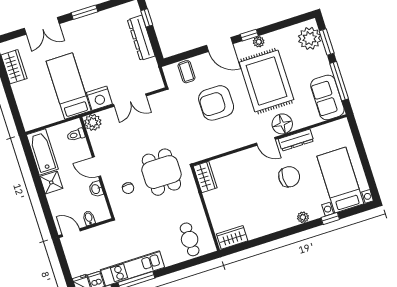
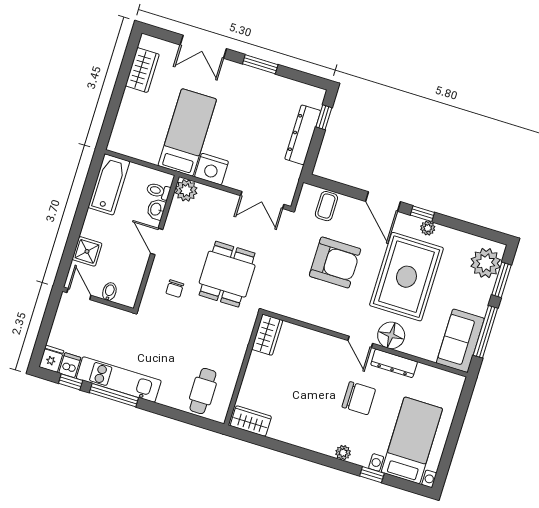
double door: (130, 100) -> (262, 200), moved
armchair: (216, 103) -> (335, 262), turned 180
dining table: (161, 172) -> (227, 274), moved
shower: (51, 182) -> (87, 251), moved
washbasin: (96, 189) -> (156, 209), moved

